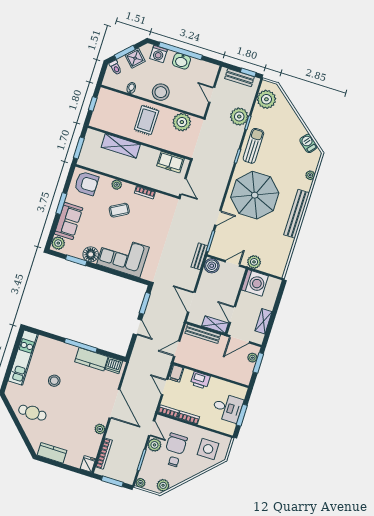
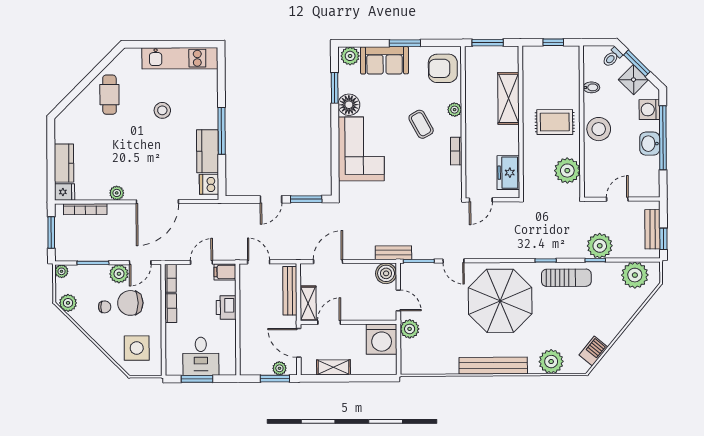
plant: (310, 175) -> (551, 362), width x1.88, depth x1.88
armchair: (87, 184) -> (443, 68), turned 90
kitchen counter: (52, 453) -> (64, 163), moved

